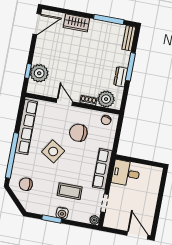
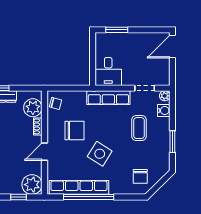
plant: (39, 73) -> (32, 185), moved
chair: (78, 133) -> (75, 131), turned -90
window: (12, 155) -> (89, 197), moved
window: (162, 188) -> (117, 30), added
water cooler: (62, 213) -> (164, 111), moved

